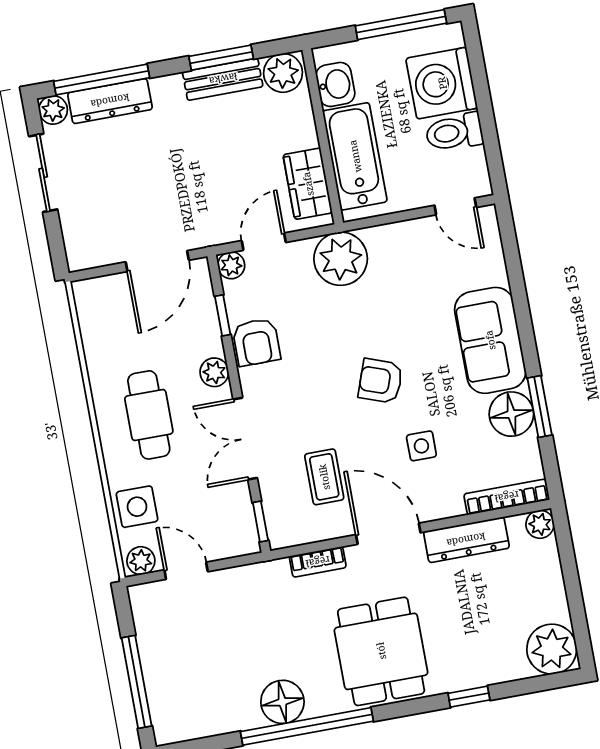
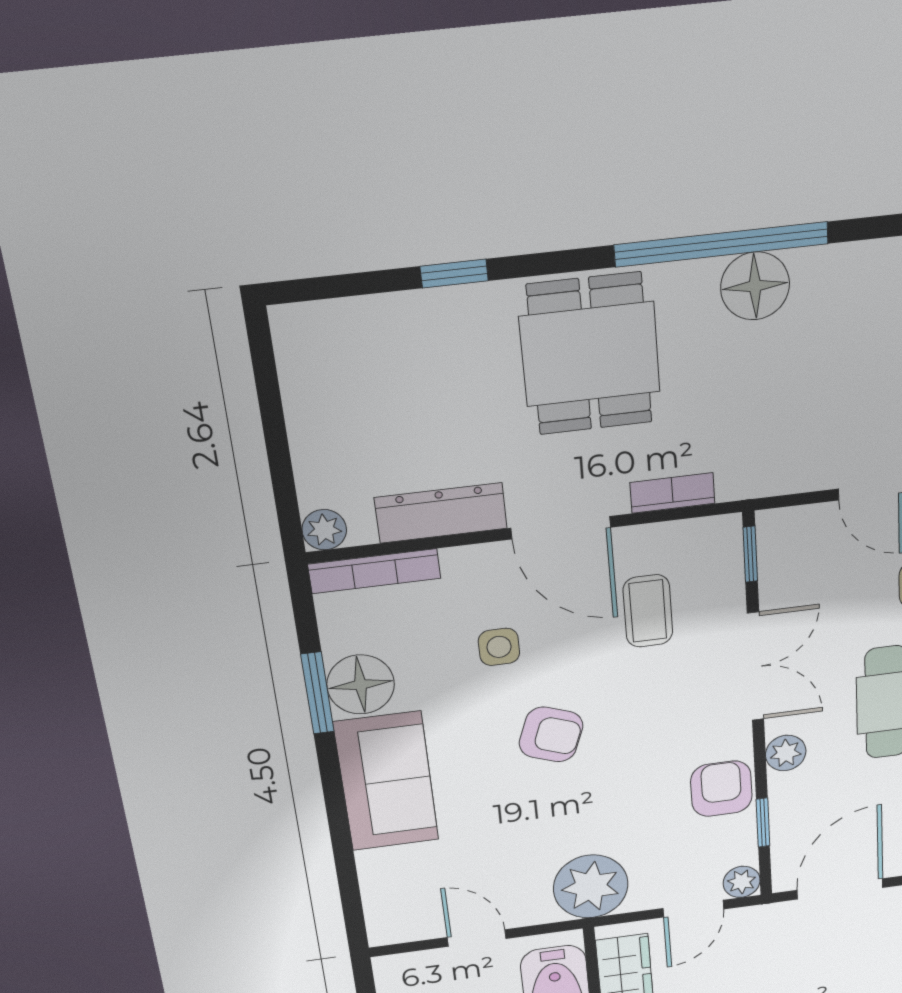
door: (455, 206) -> (477, 938), moved
plant: (552, 649) -> (313, 340), removed

